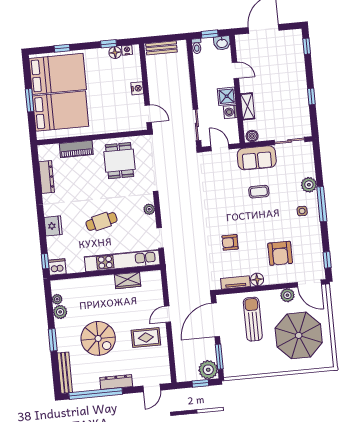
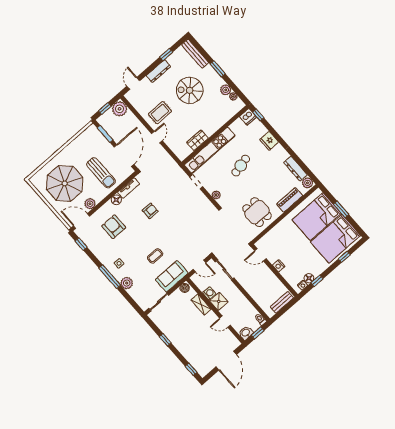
plant: (45, 153) -> (307, 183), added
plant: (208, 370) -> (120, 109), moved
window: (96, 393) -> (166, 55), width x0.32

